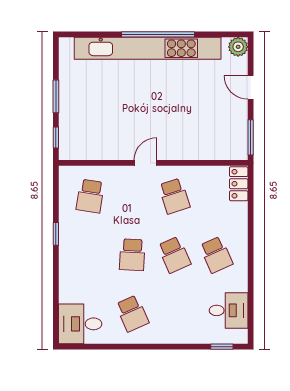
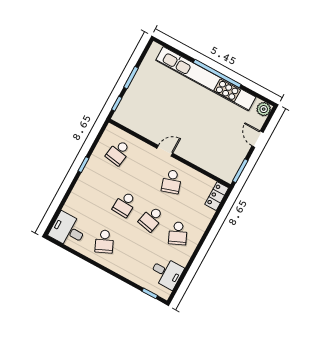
school desk: (174, 255) -> (151, 219), turned 36

